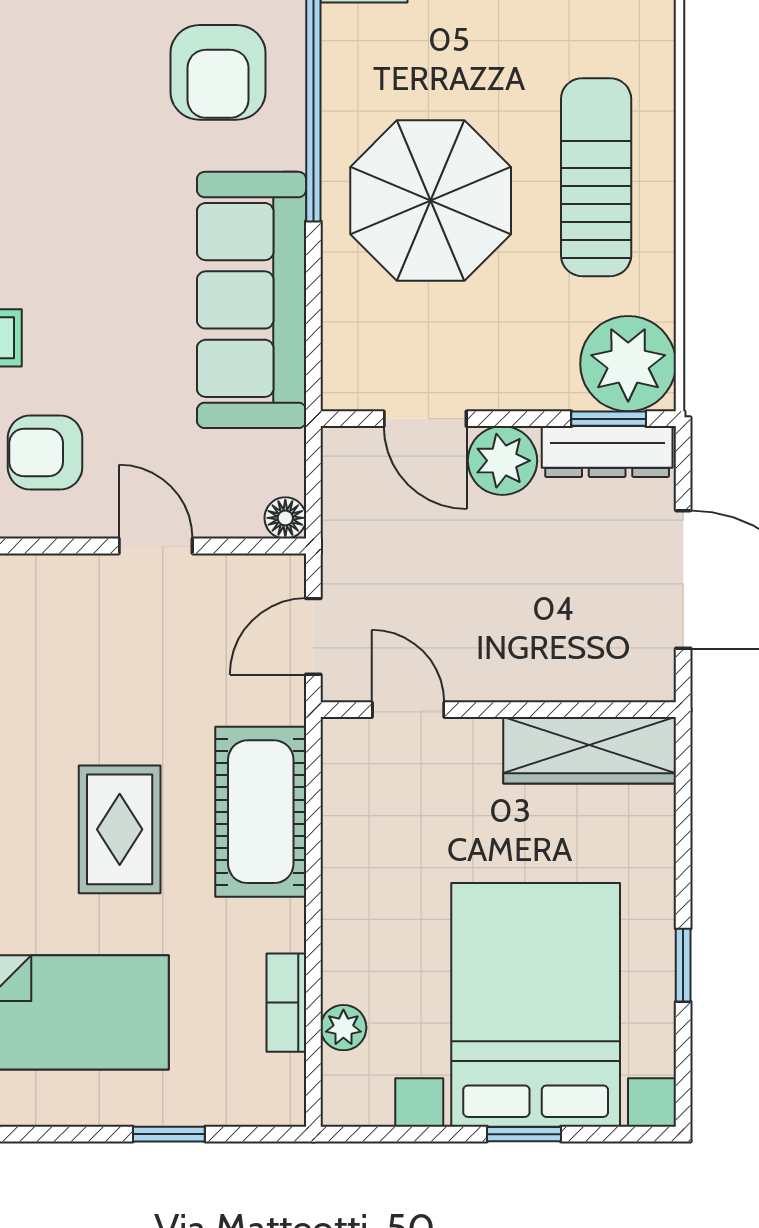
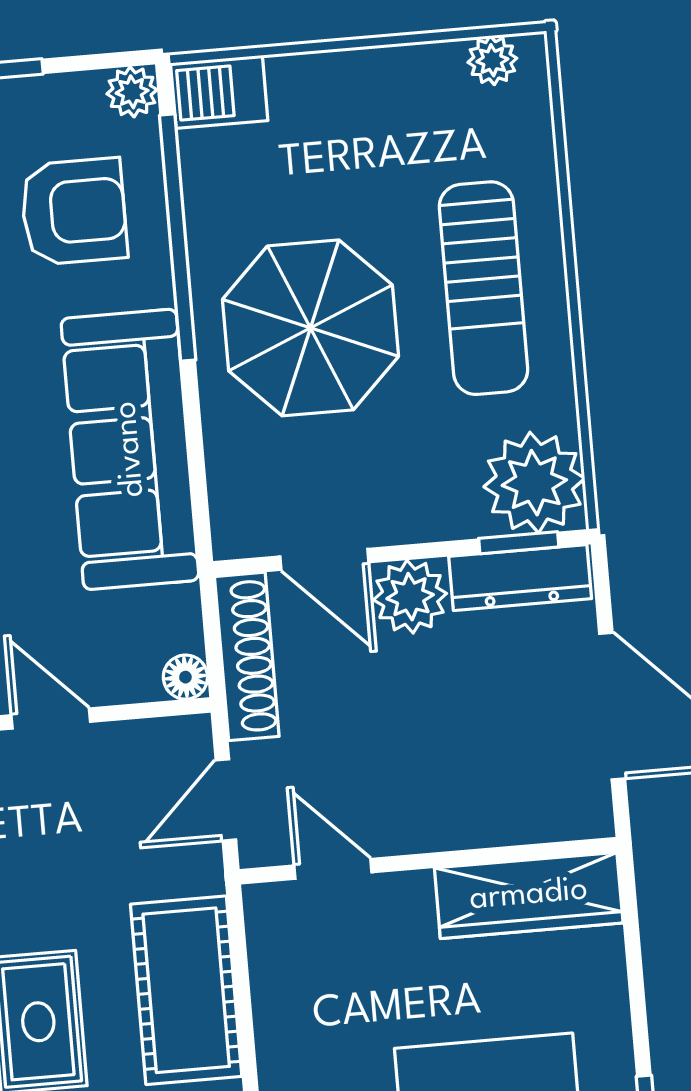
armchair: (218, 72) -> (74, 212), turned -90
sun lounger: (596, 177) -> (483, 288), turned 180
shoe rack: (345, 504) -> (247, 656), added

